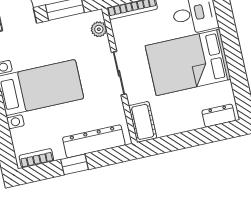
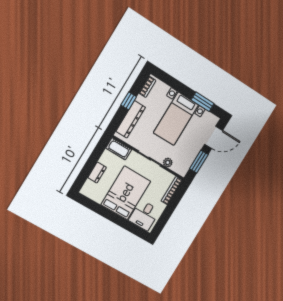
plant: (99, 29) -> (168, 163), moved
dresser: (219, 116) -> (97, 172), moved

